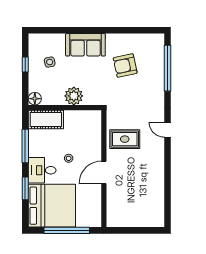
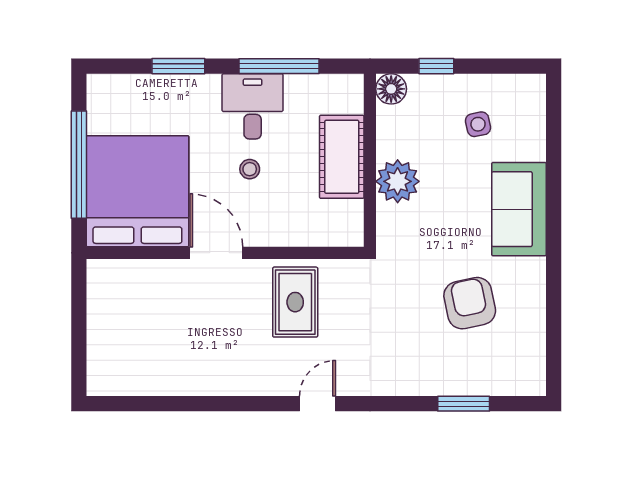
window: (25, 65) -> (436, 66), moved
window: (167, 68) -> (464, 404), width x0.47
cot: (46, 119) -> (342, 157), moved
desk: (42, 170) -> (253, 106), moved
bed: (52, 206) -> (137, 191), moved, turned 180

